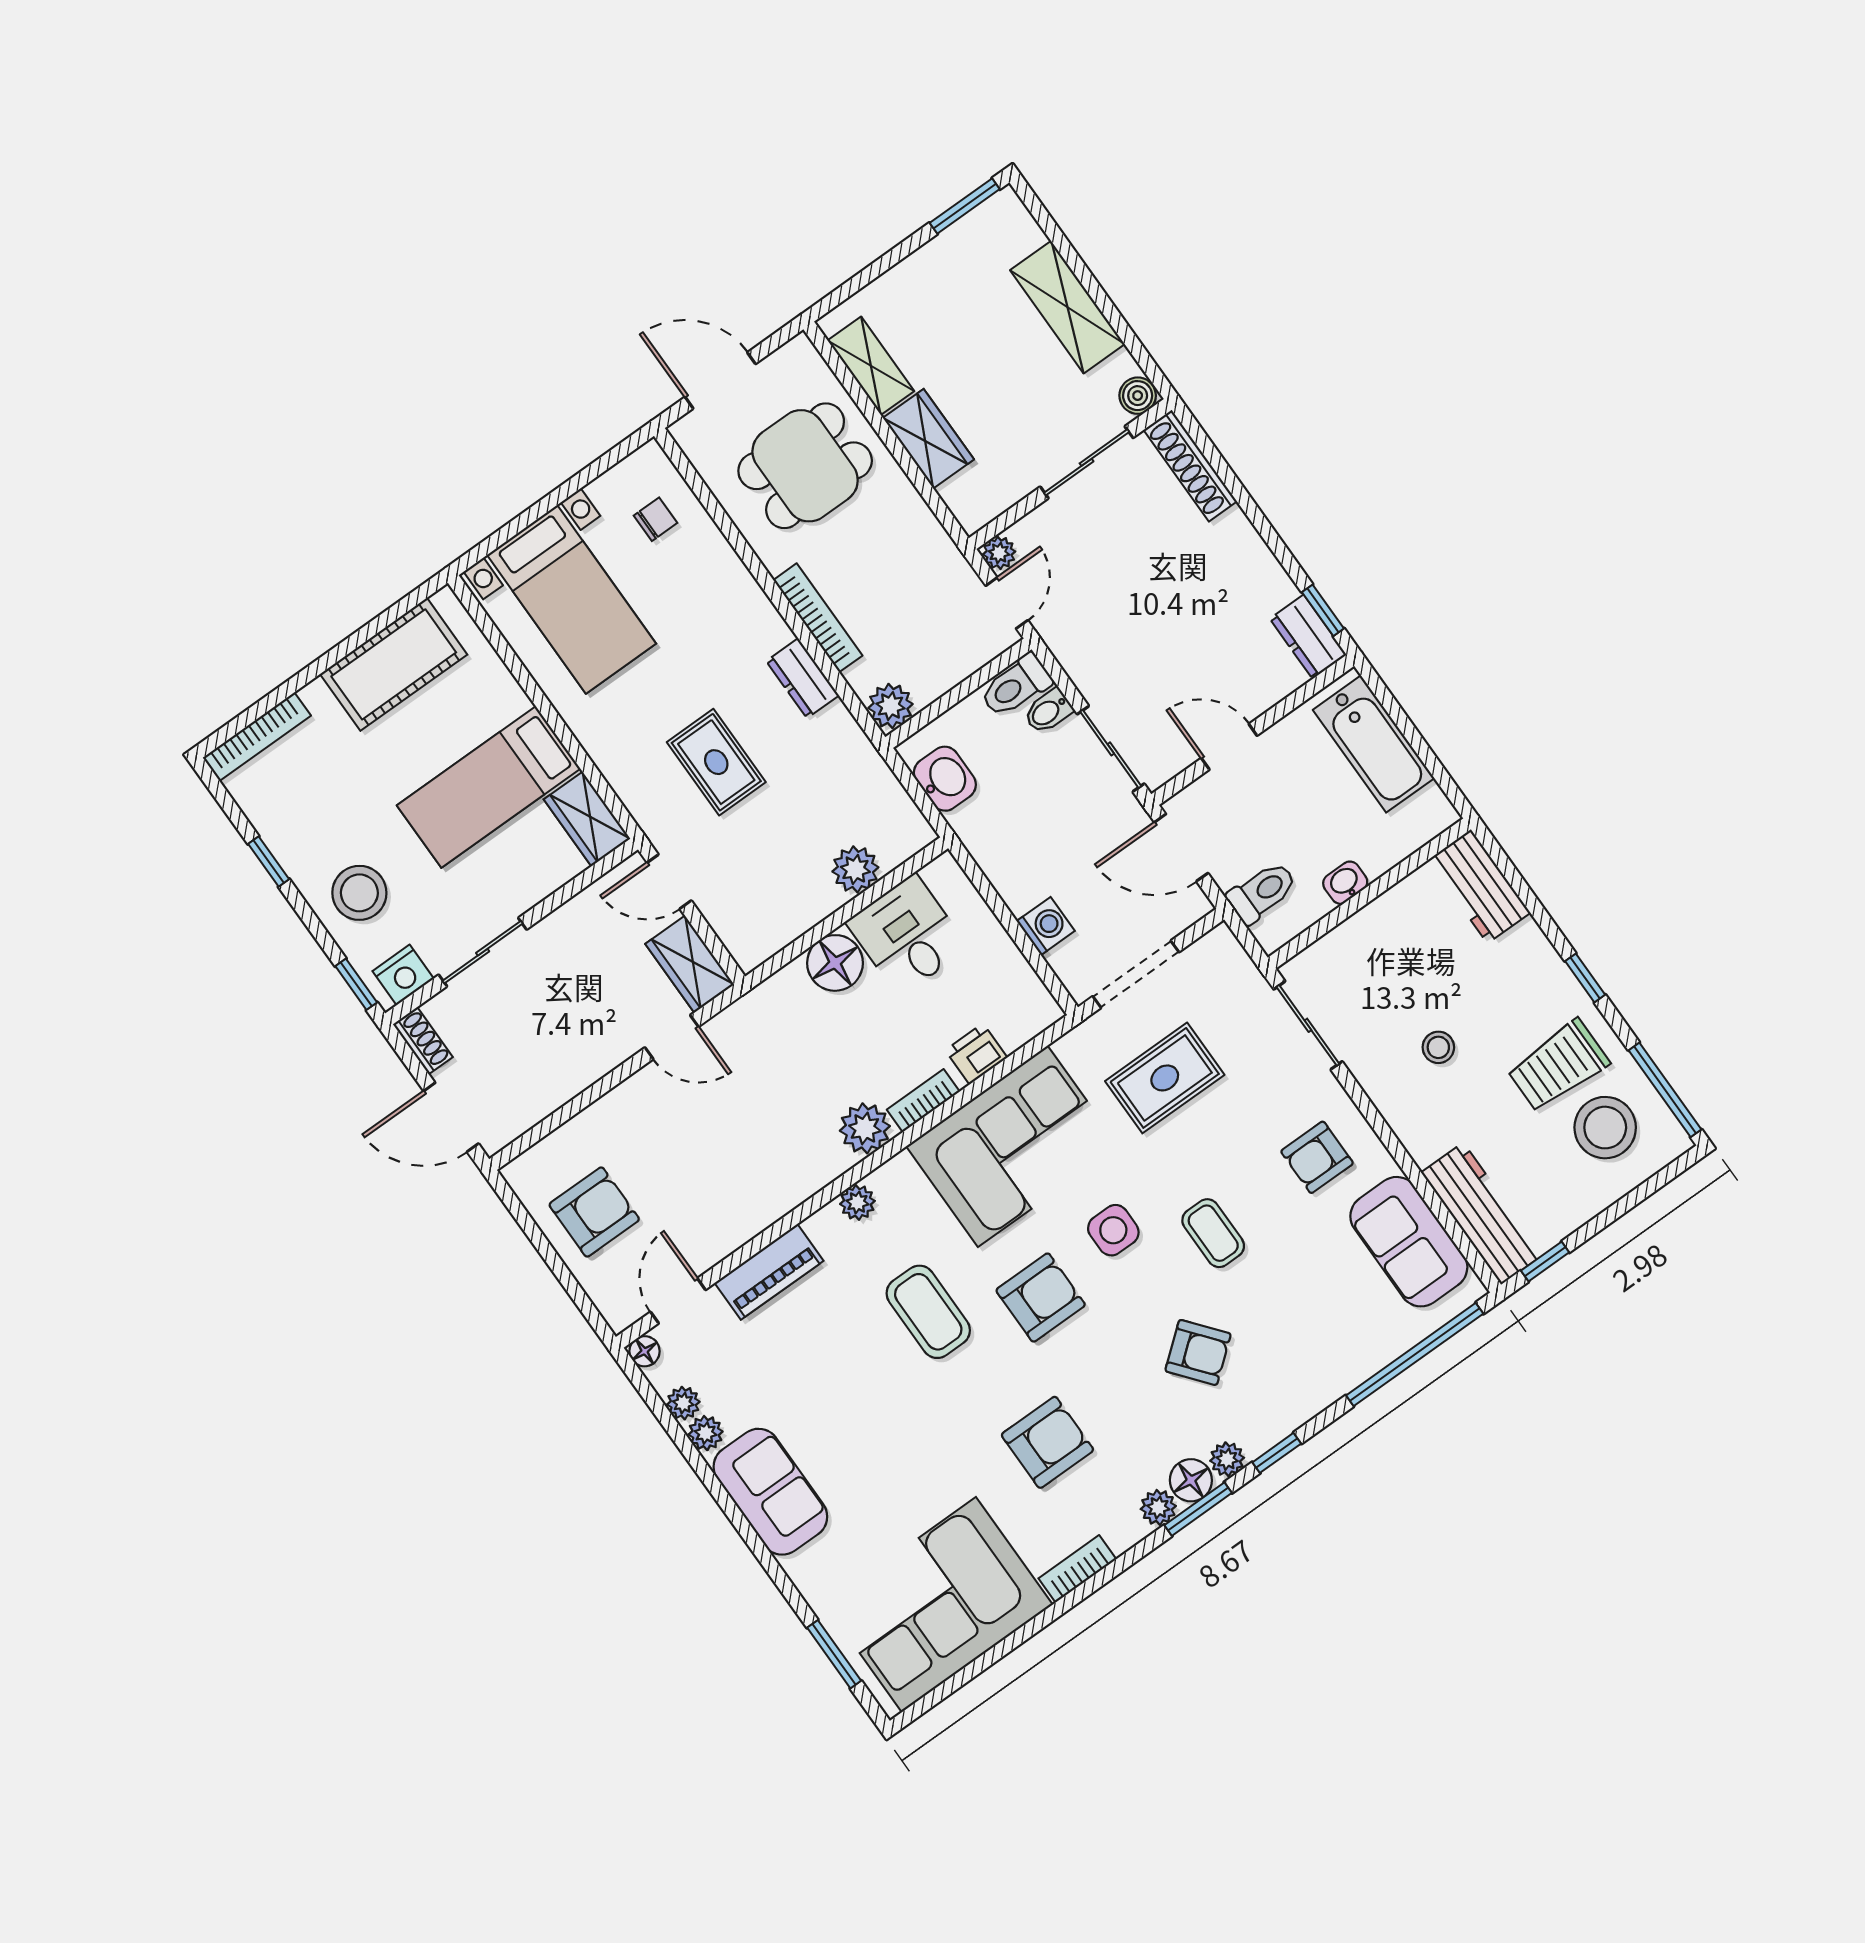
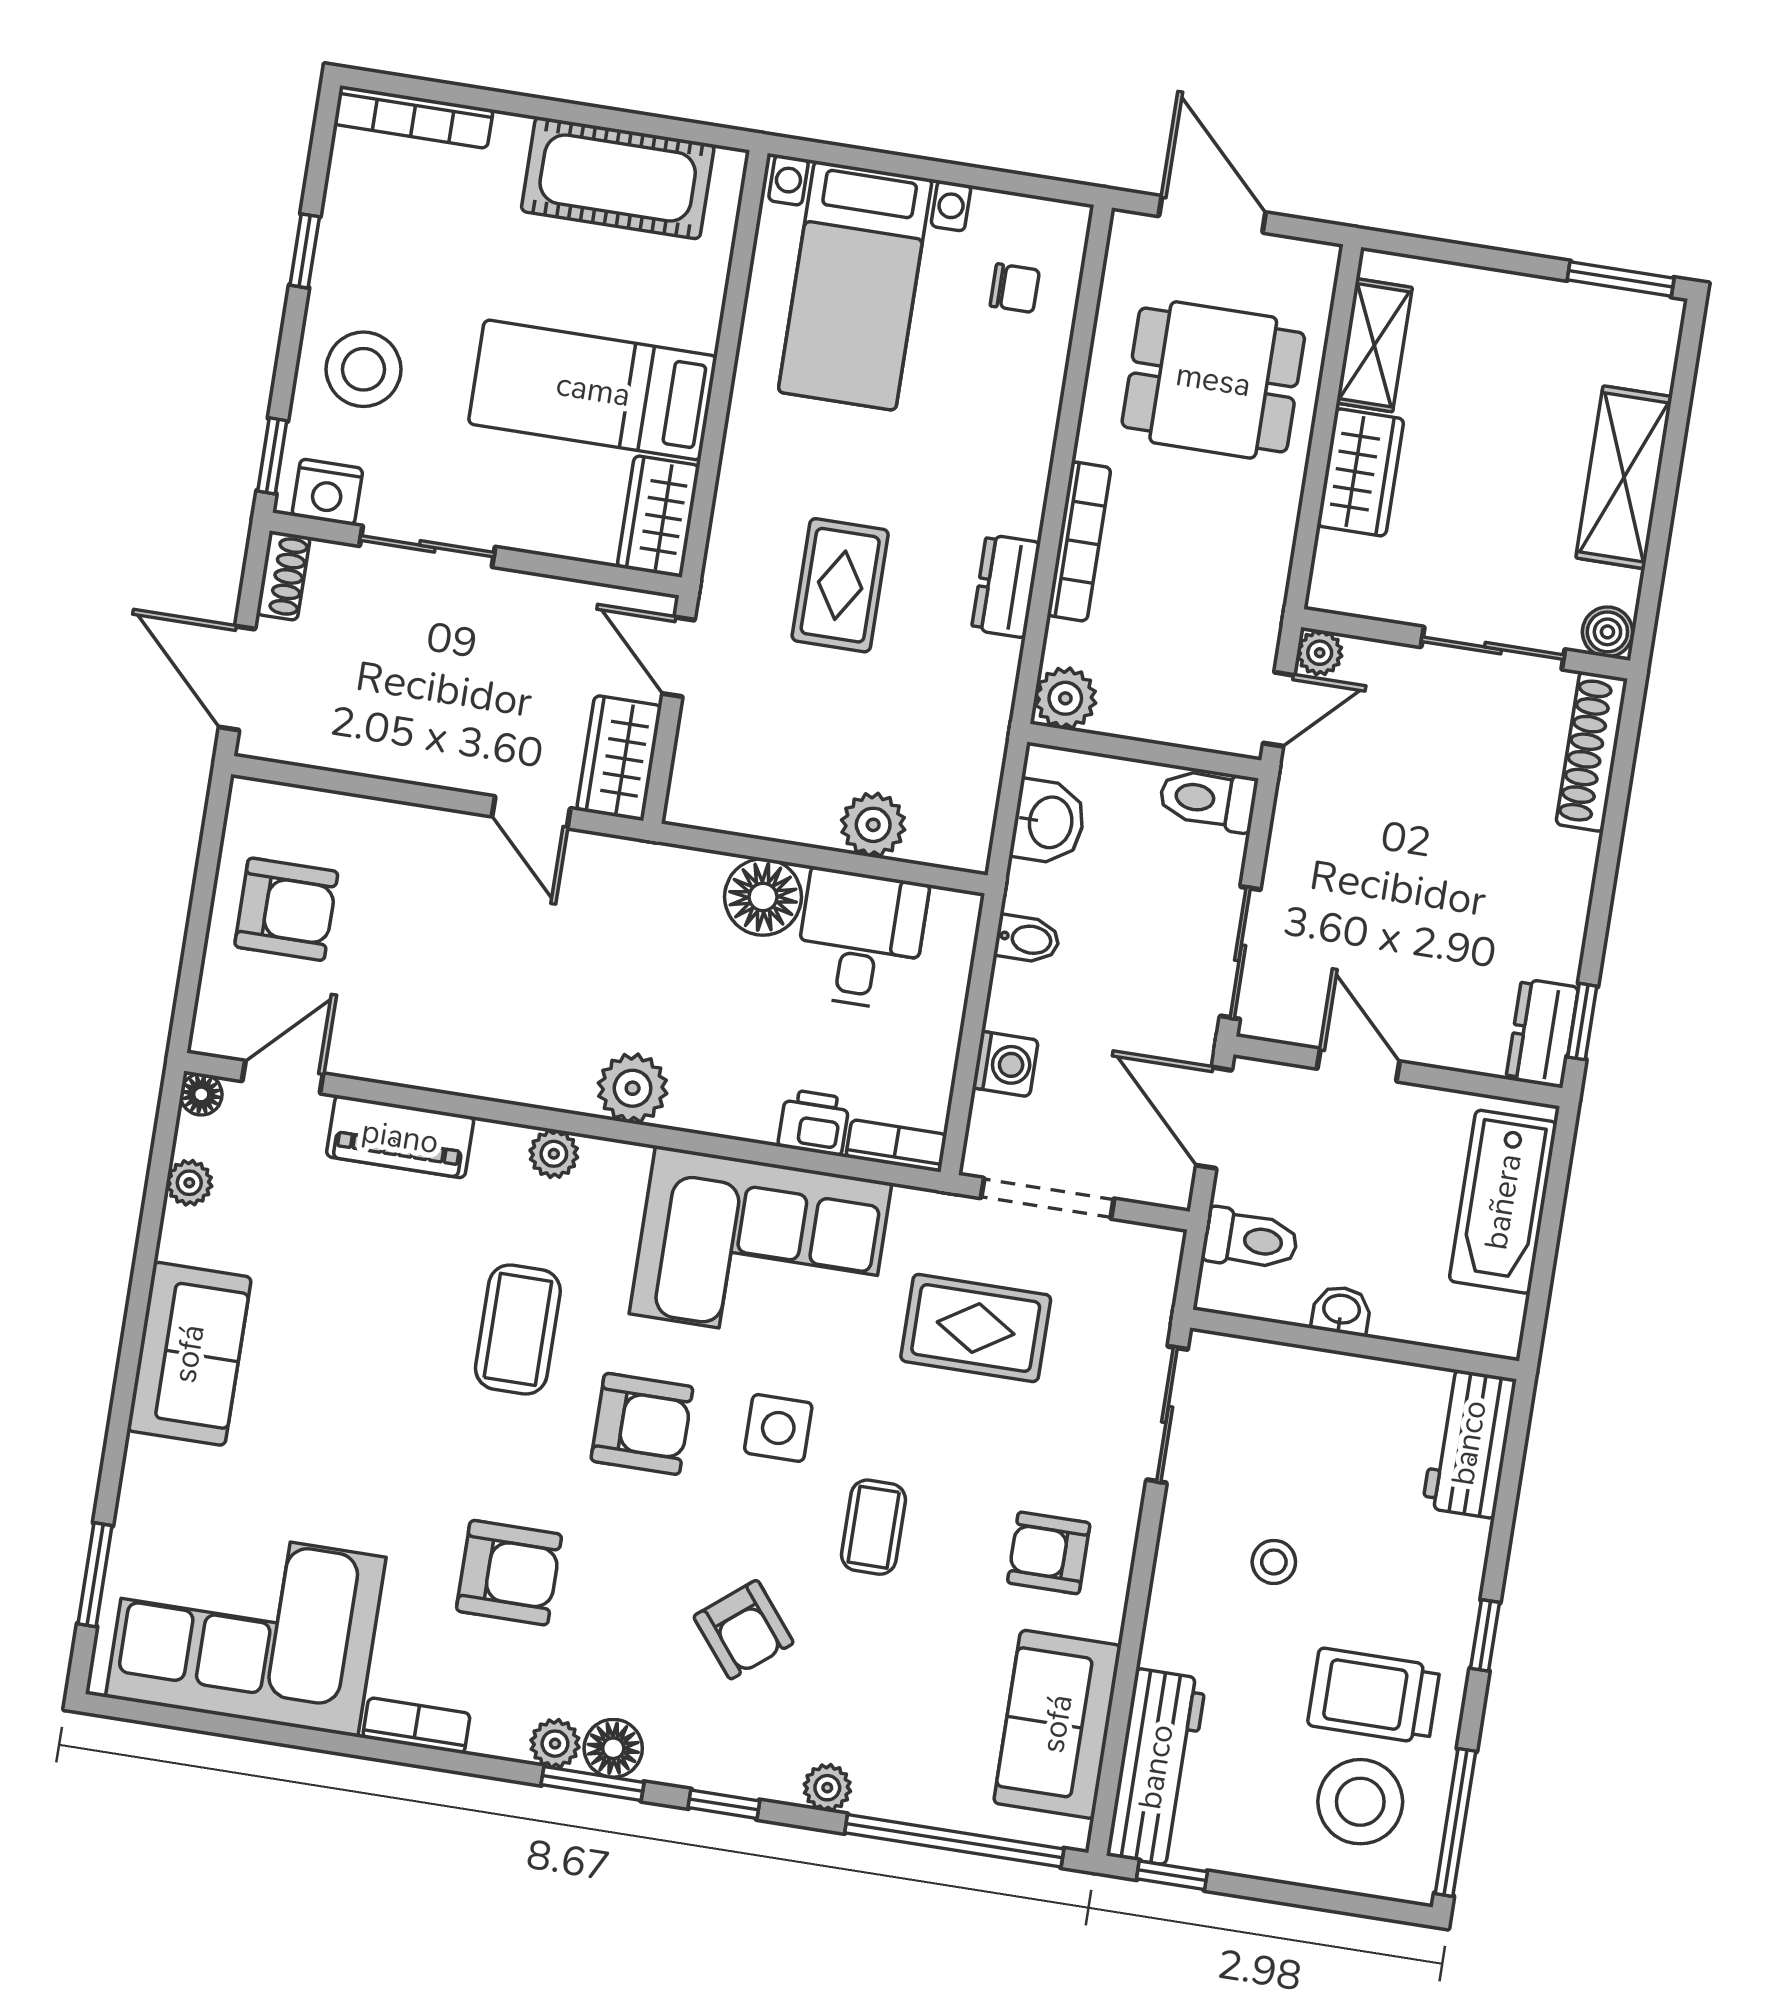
bidet: (1048, 711) -> (1027, 939), moved, turned 180
bookcase: (923, 1101) -> (896, 1146), moved
plant: (706, 1433) -> (182, 1234), removed
plant: (1227, 1459) -> (827, 1788), moved

